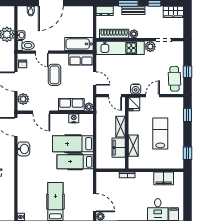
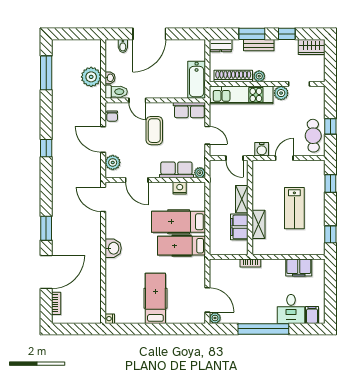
bathtub: (79, 44) -> (197, 80), moved, turned -90
fridge: (134, 104) -> (260, 169), removed
lab bench: (160, 133) -> (294, 208), turned 180
washbasin: (24, 149) -> (113, 248), moved

